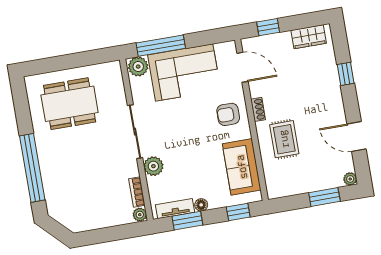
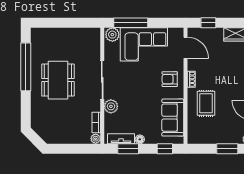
dining table: (70, 104) -> (58, 80), moved, turned 90
window: (32, 168) -> (26, 67), moved

